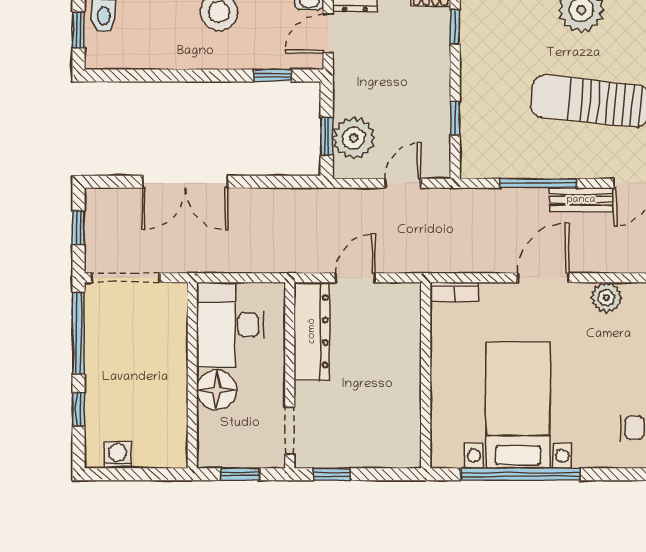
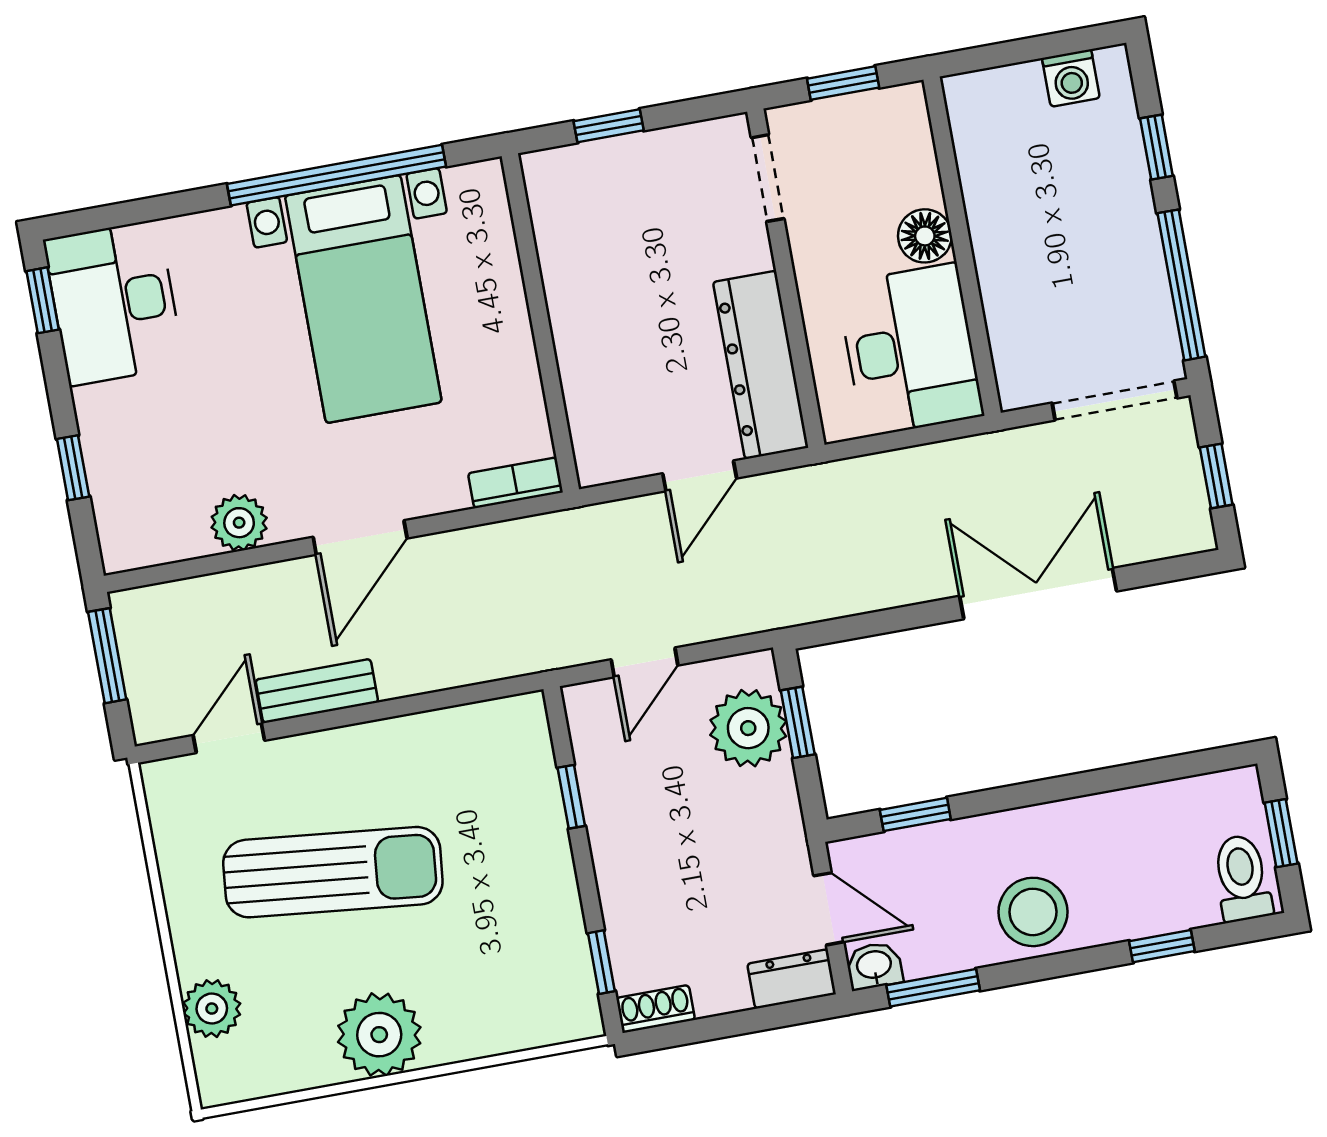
door: (328, 33) -> (829, 909), hinge flipped
window: (538, 183) -> (400, 707), removed
floor lamp: (217, 390) -> (925, 236), width x0.73, depth x0.73
window: (332, 474) -> (609, 126), moved

